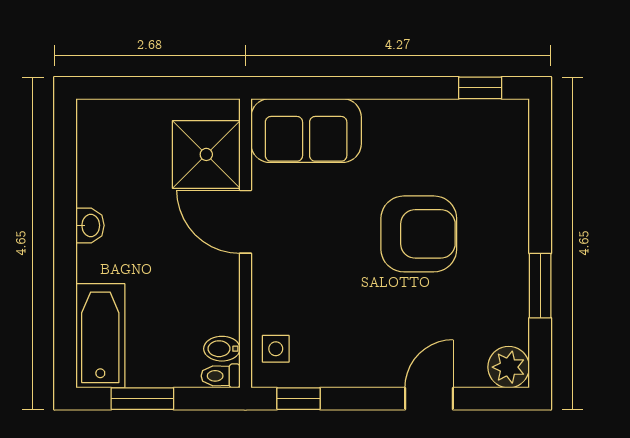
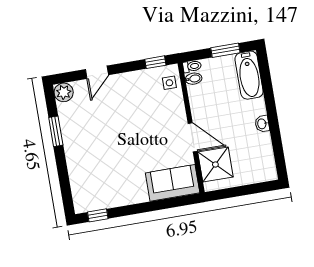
armchair: (419, 234) -> (114, 145), removed

